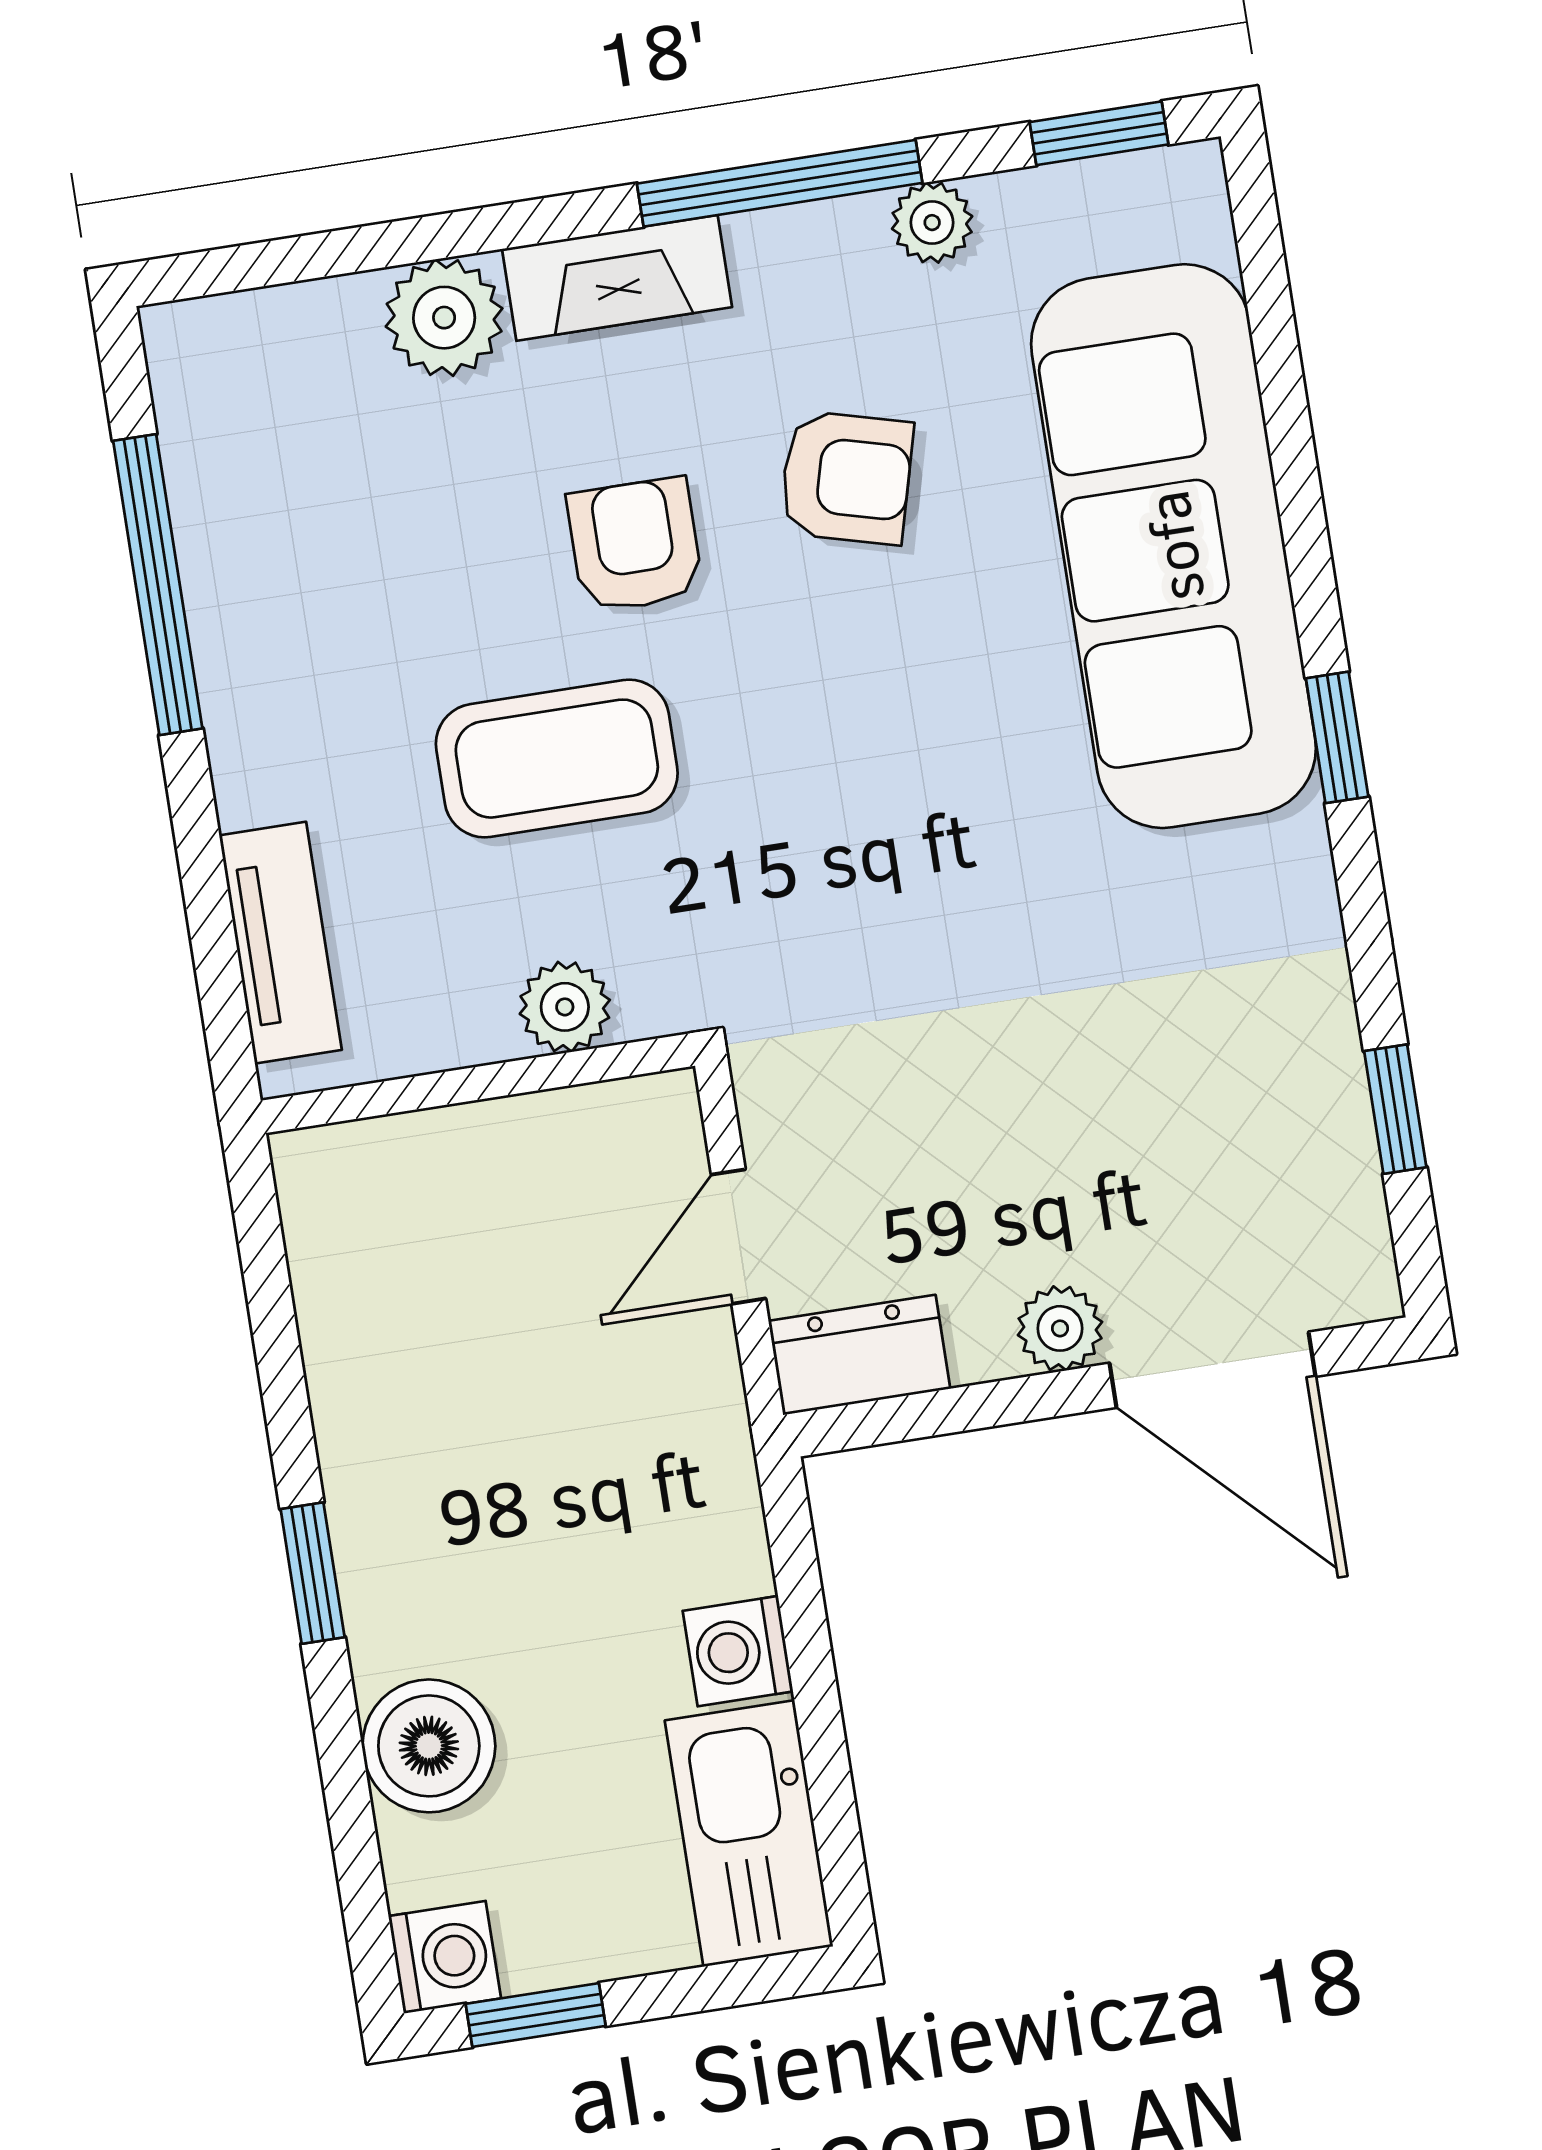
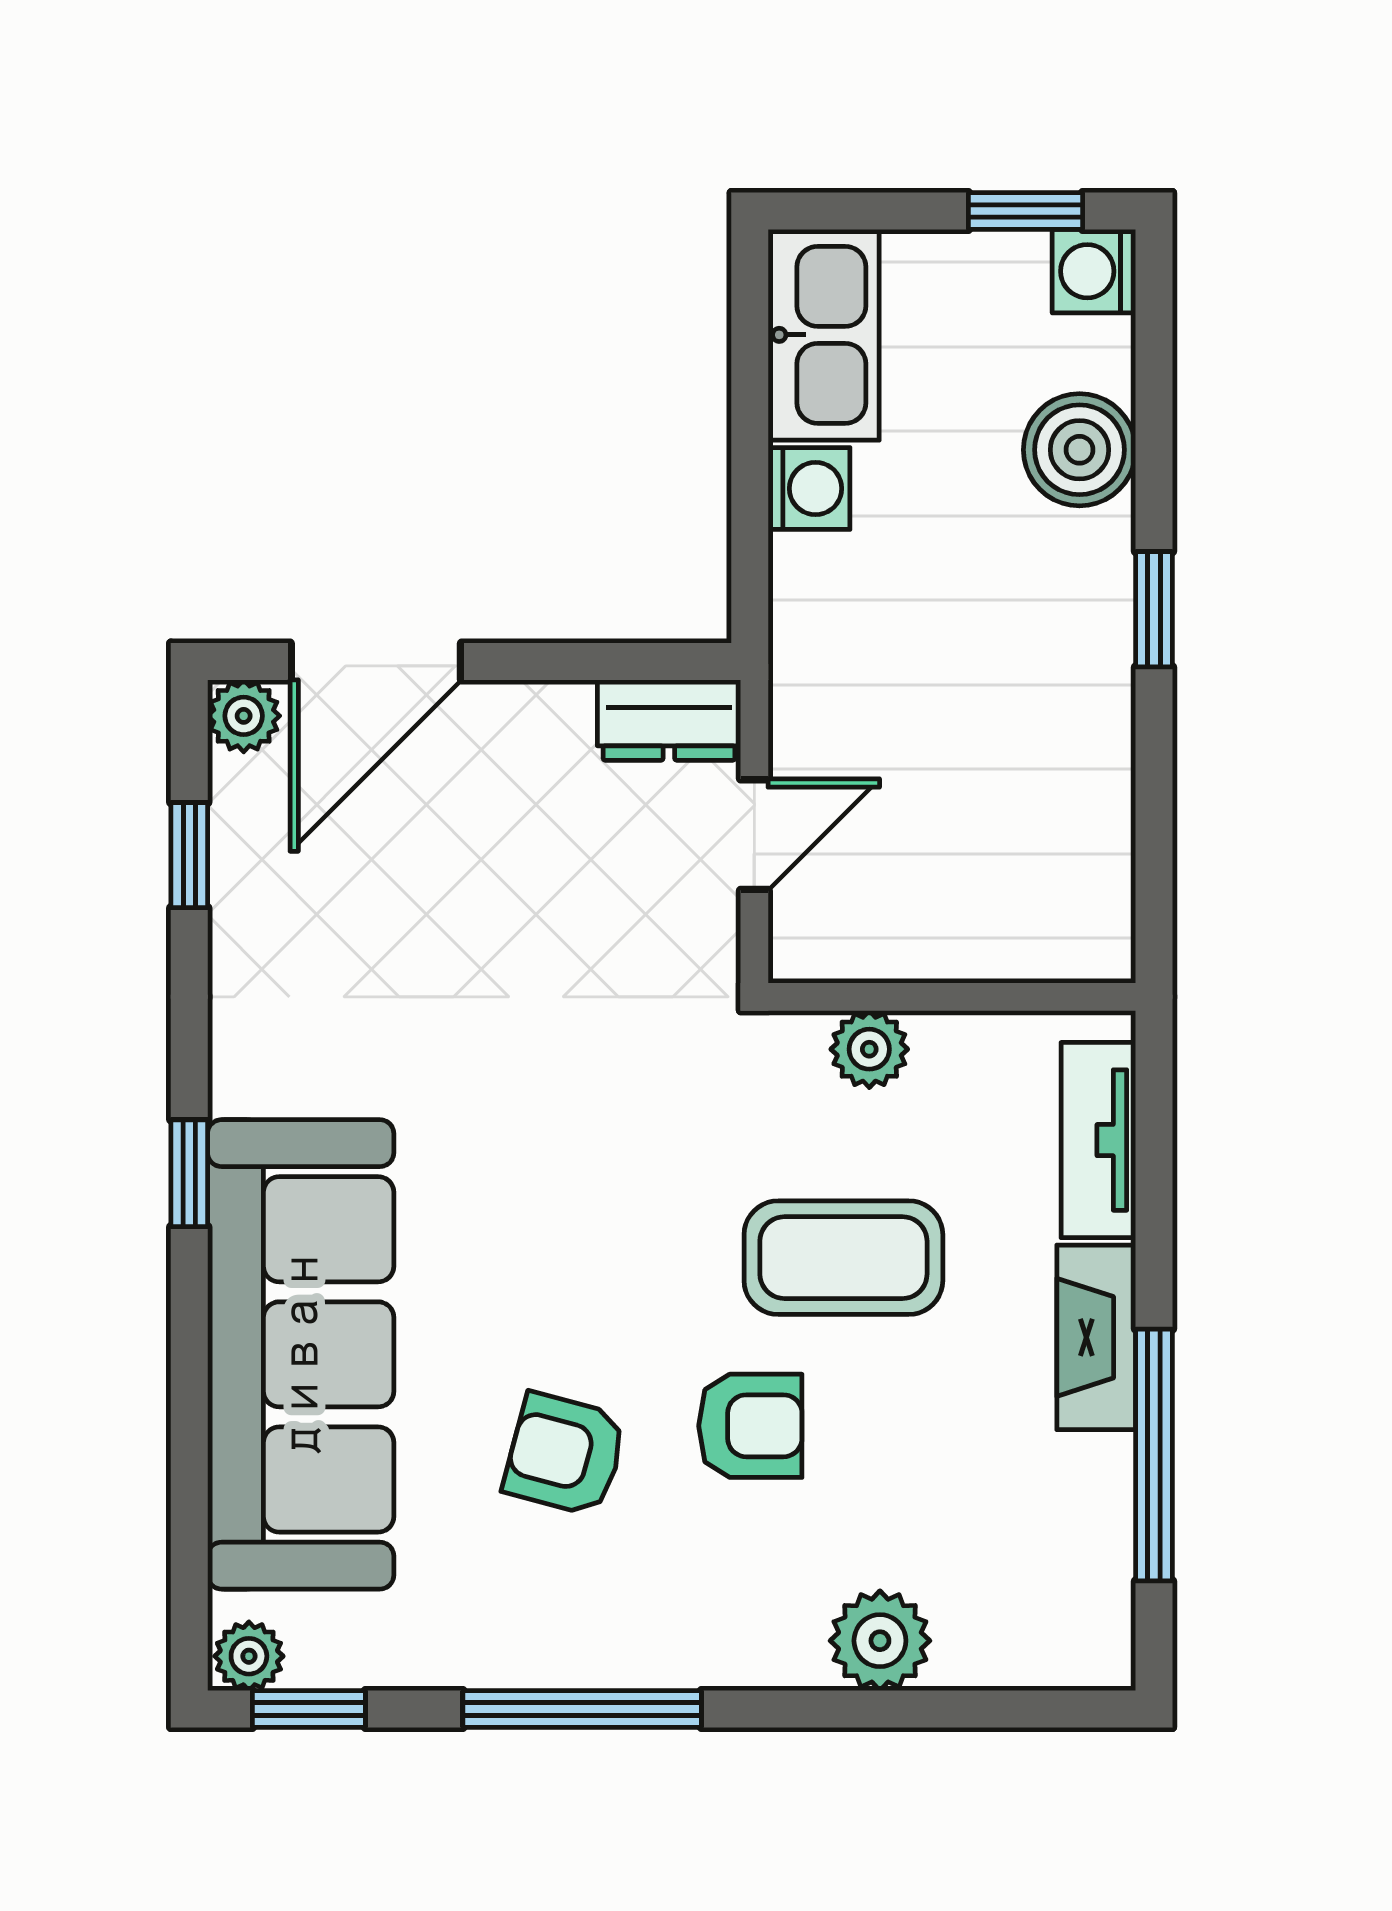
plant: (932, 223) -> (249, 1656), moved
fireplace: (617, 278) -> (1096, 1337), moved, turned -90
armchair: (635, 545) -> (750, 1426), turned -90
plant: (1060, 1328) -> (244, 716), moved
door: (1213, 1370) -> (376, 661), swing flipped

